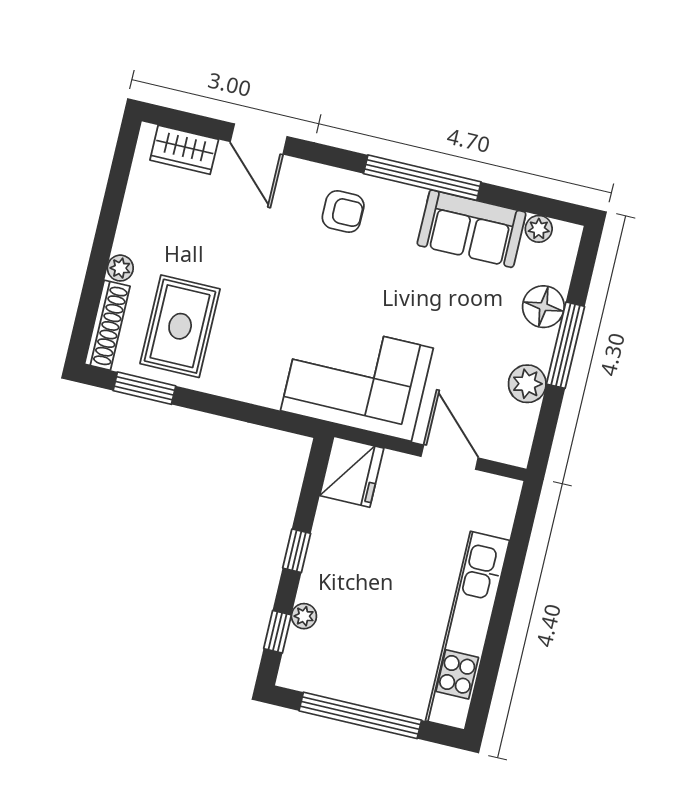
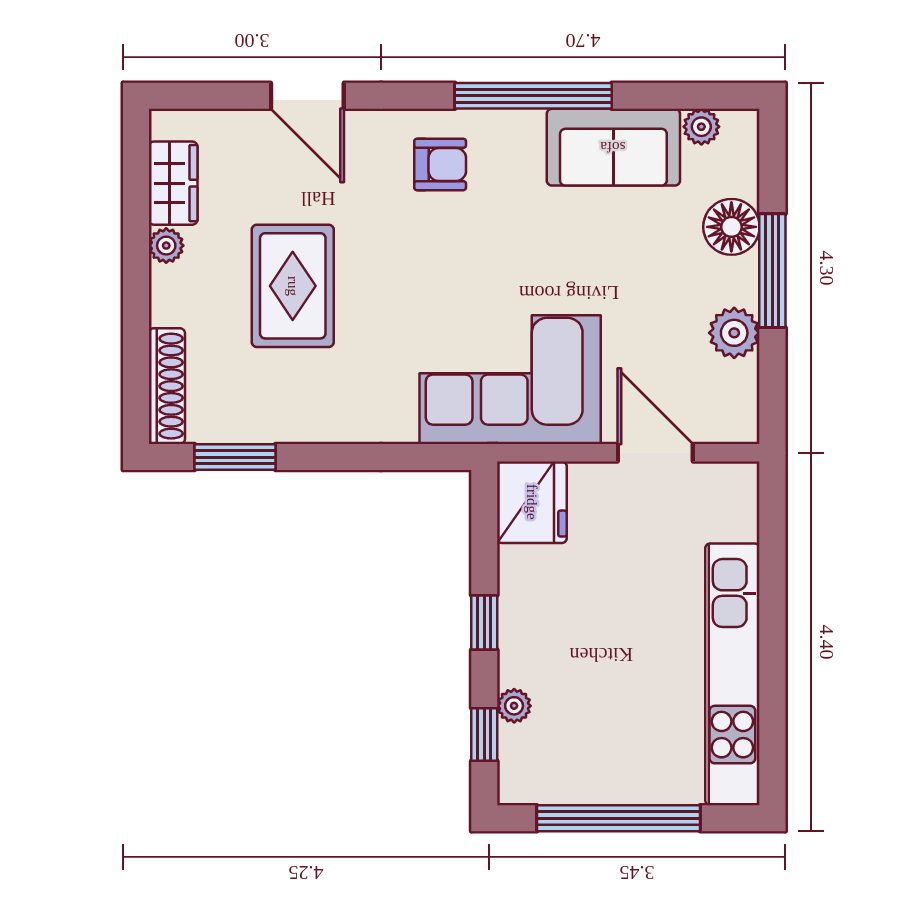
wardrobe: (184, 150) -> (173, 183), moved, turned -90
plant: (120, 268) -> (166, 246), moved
rug: (180, 326) -> (293, 286), moved

